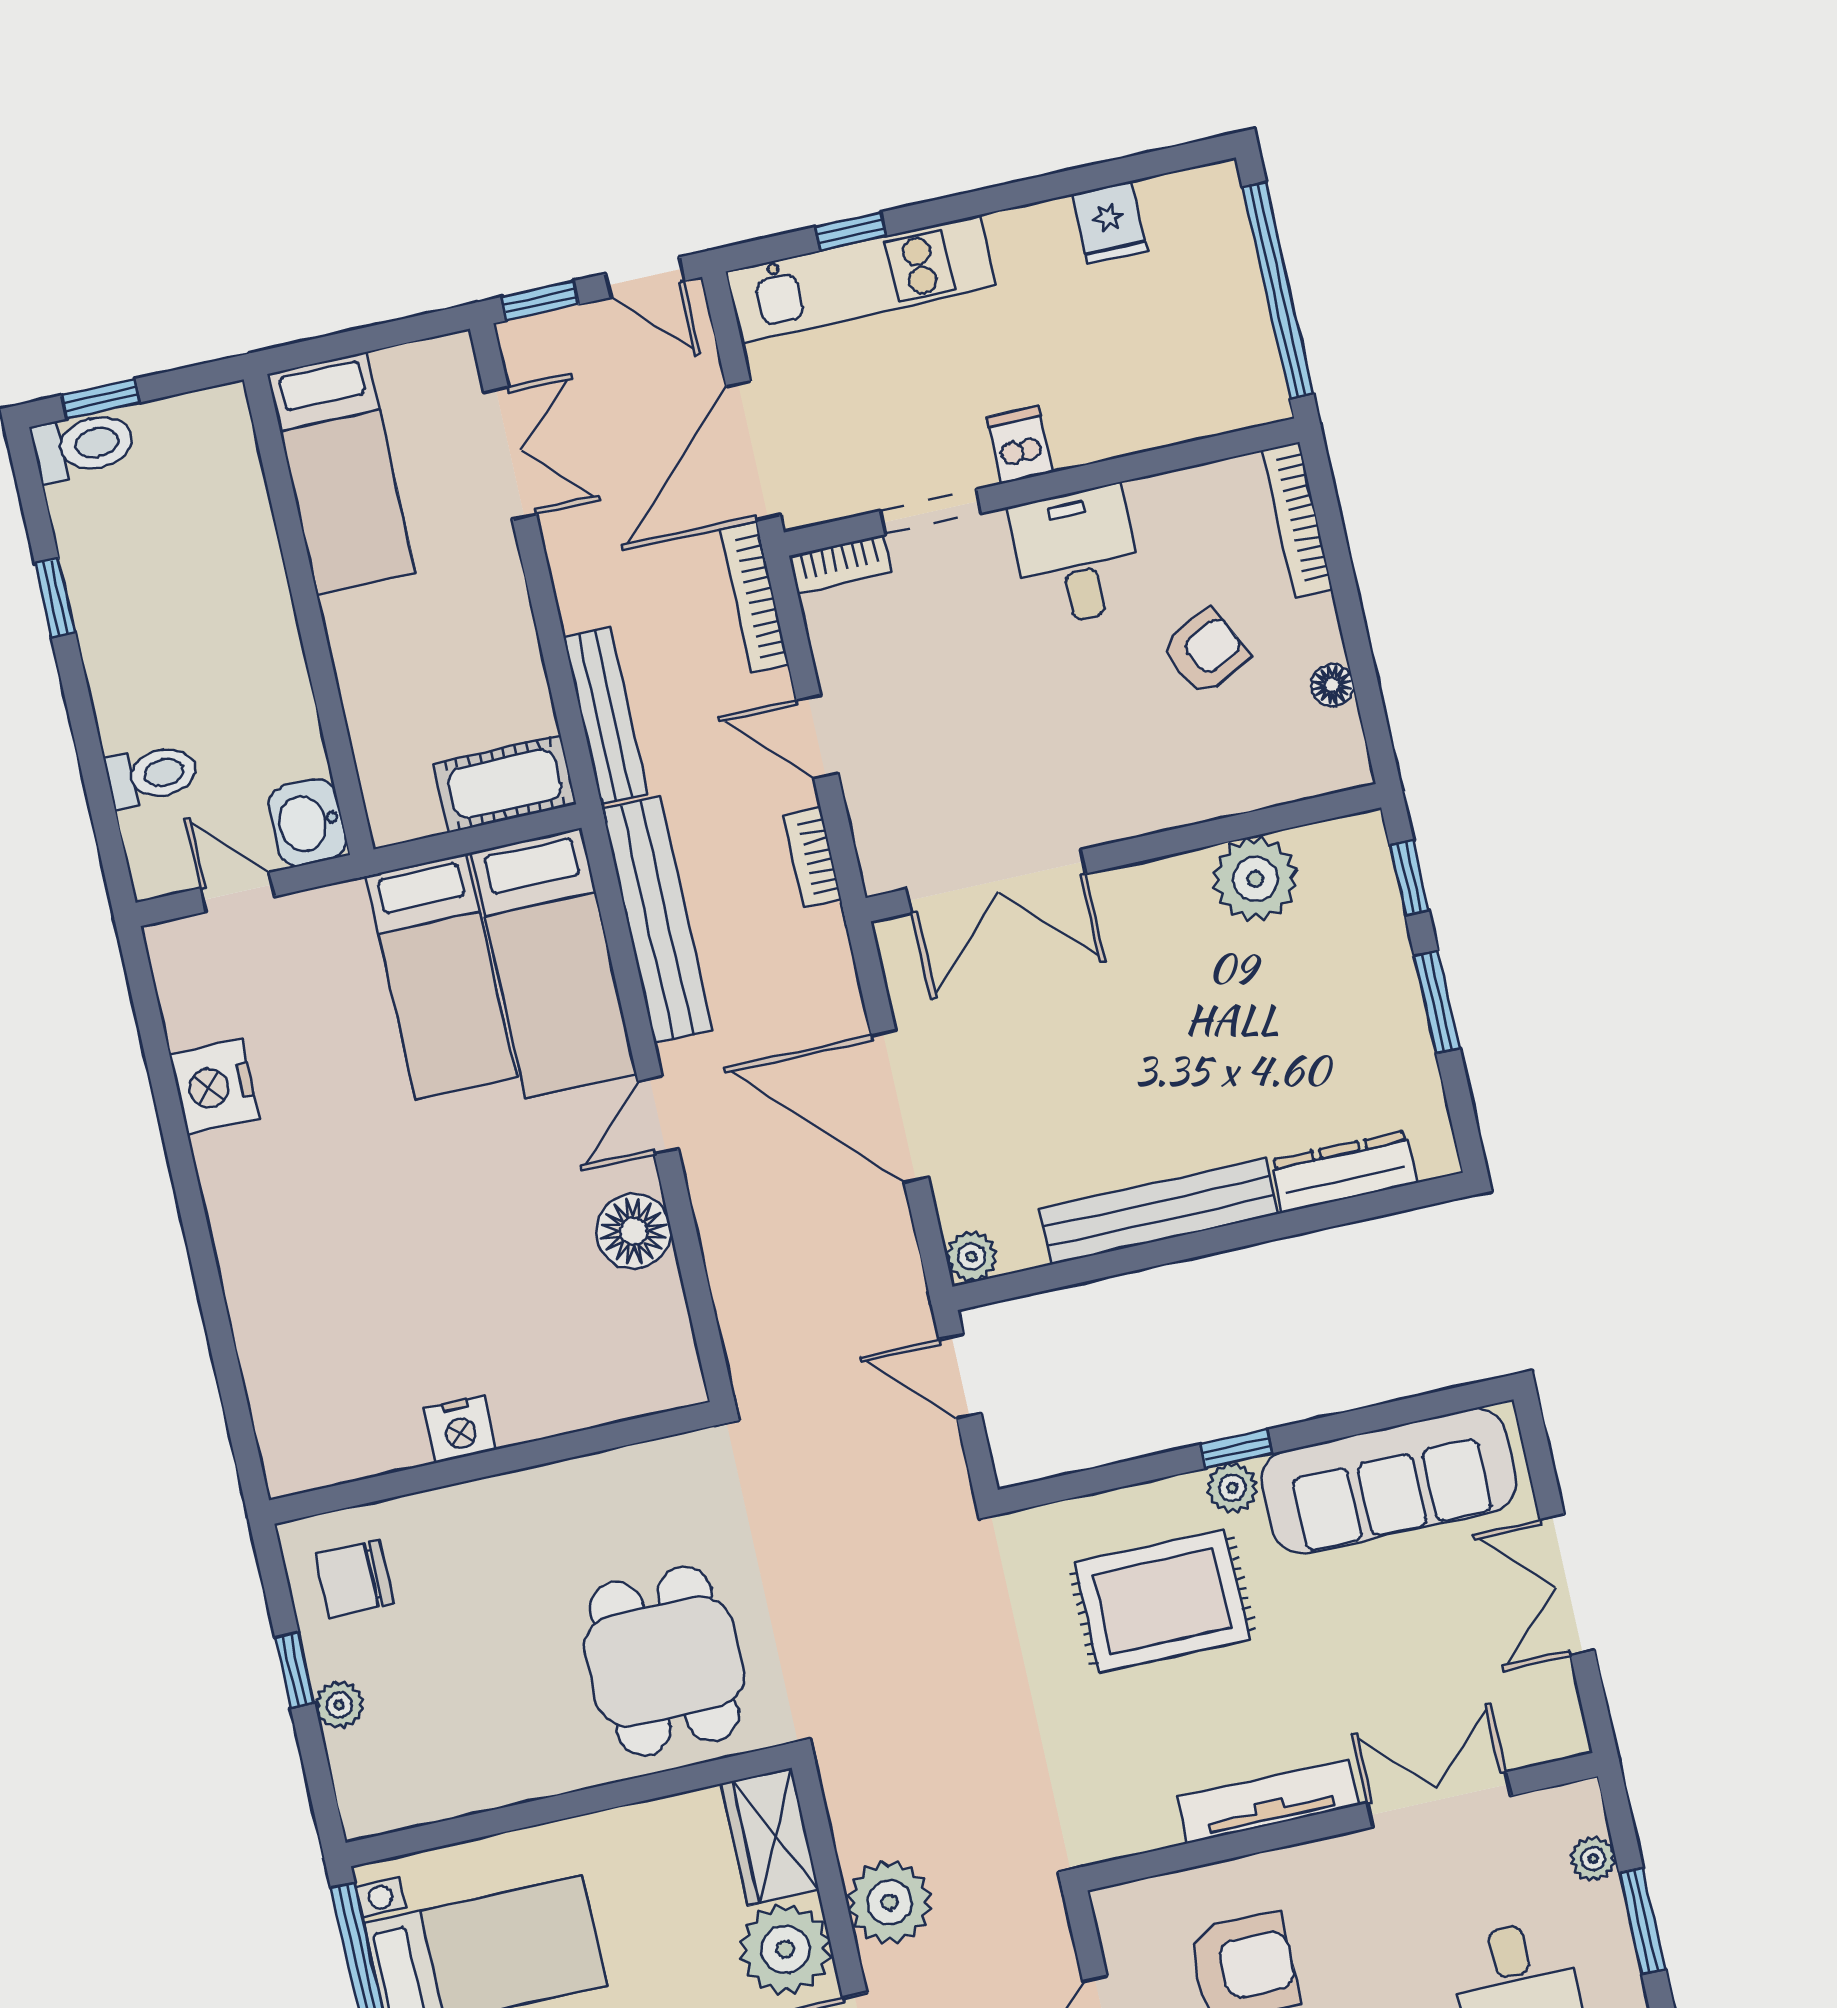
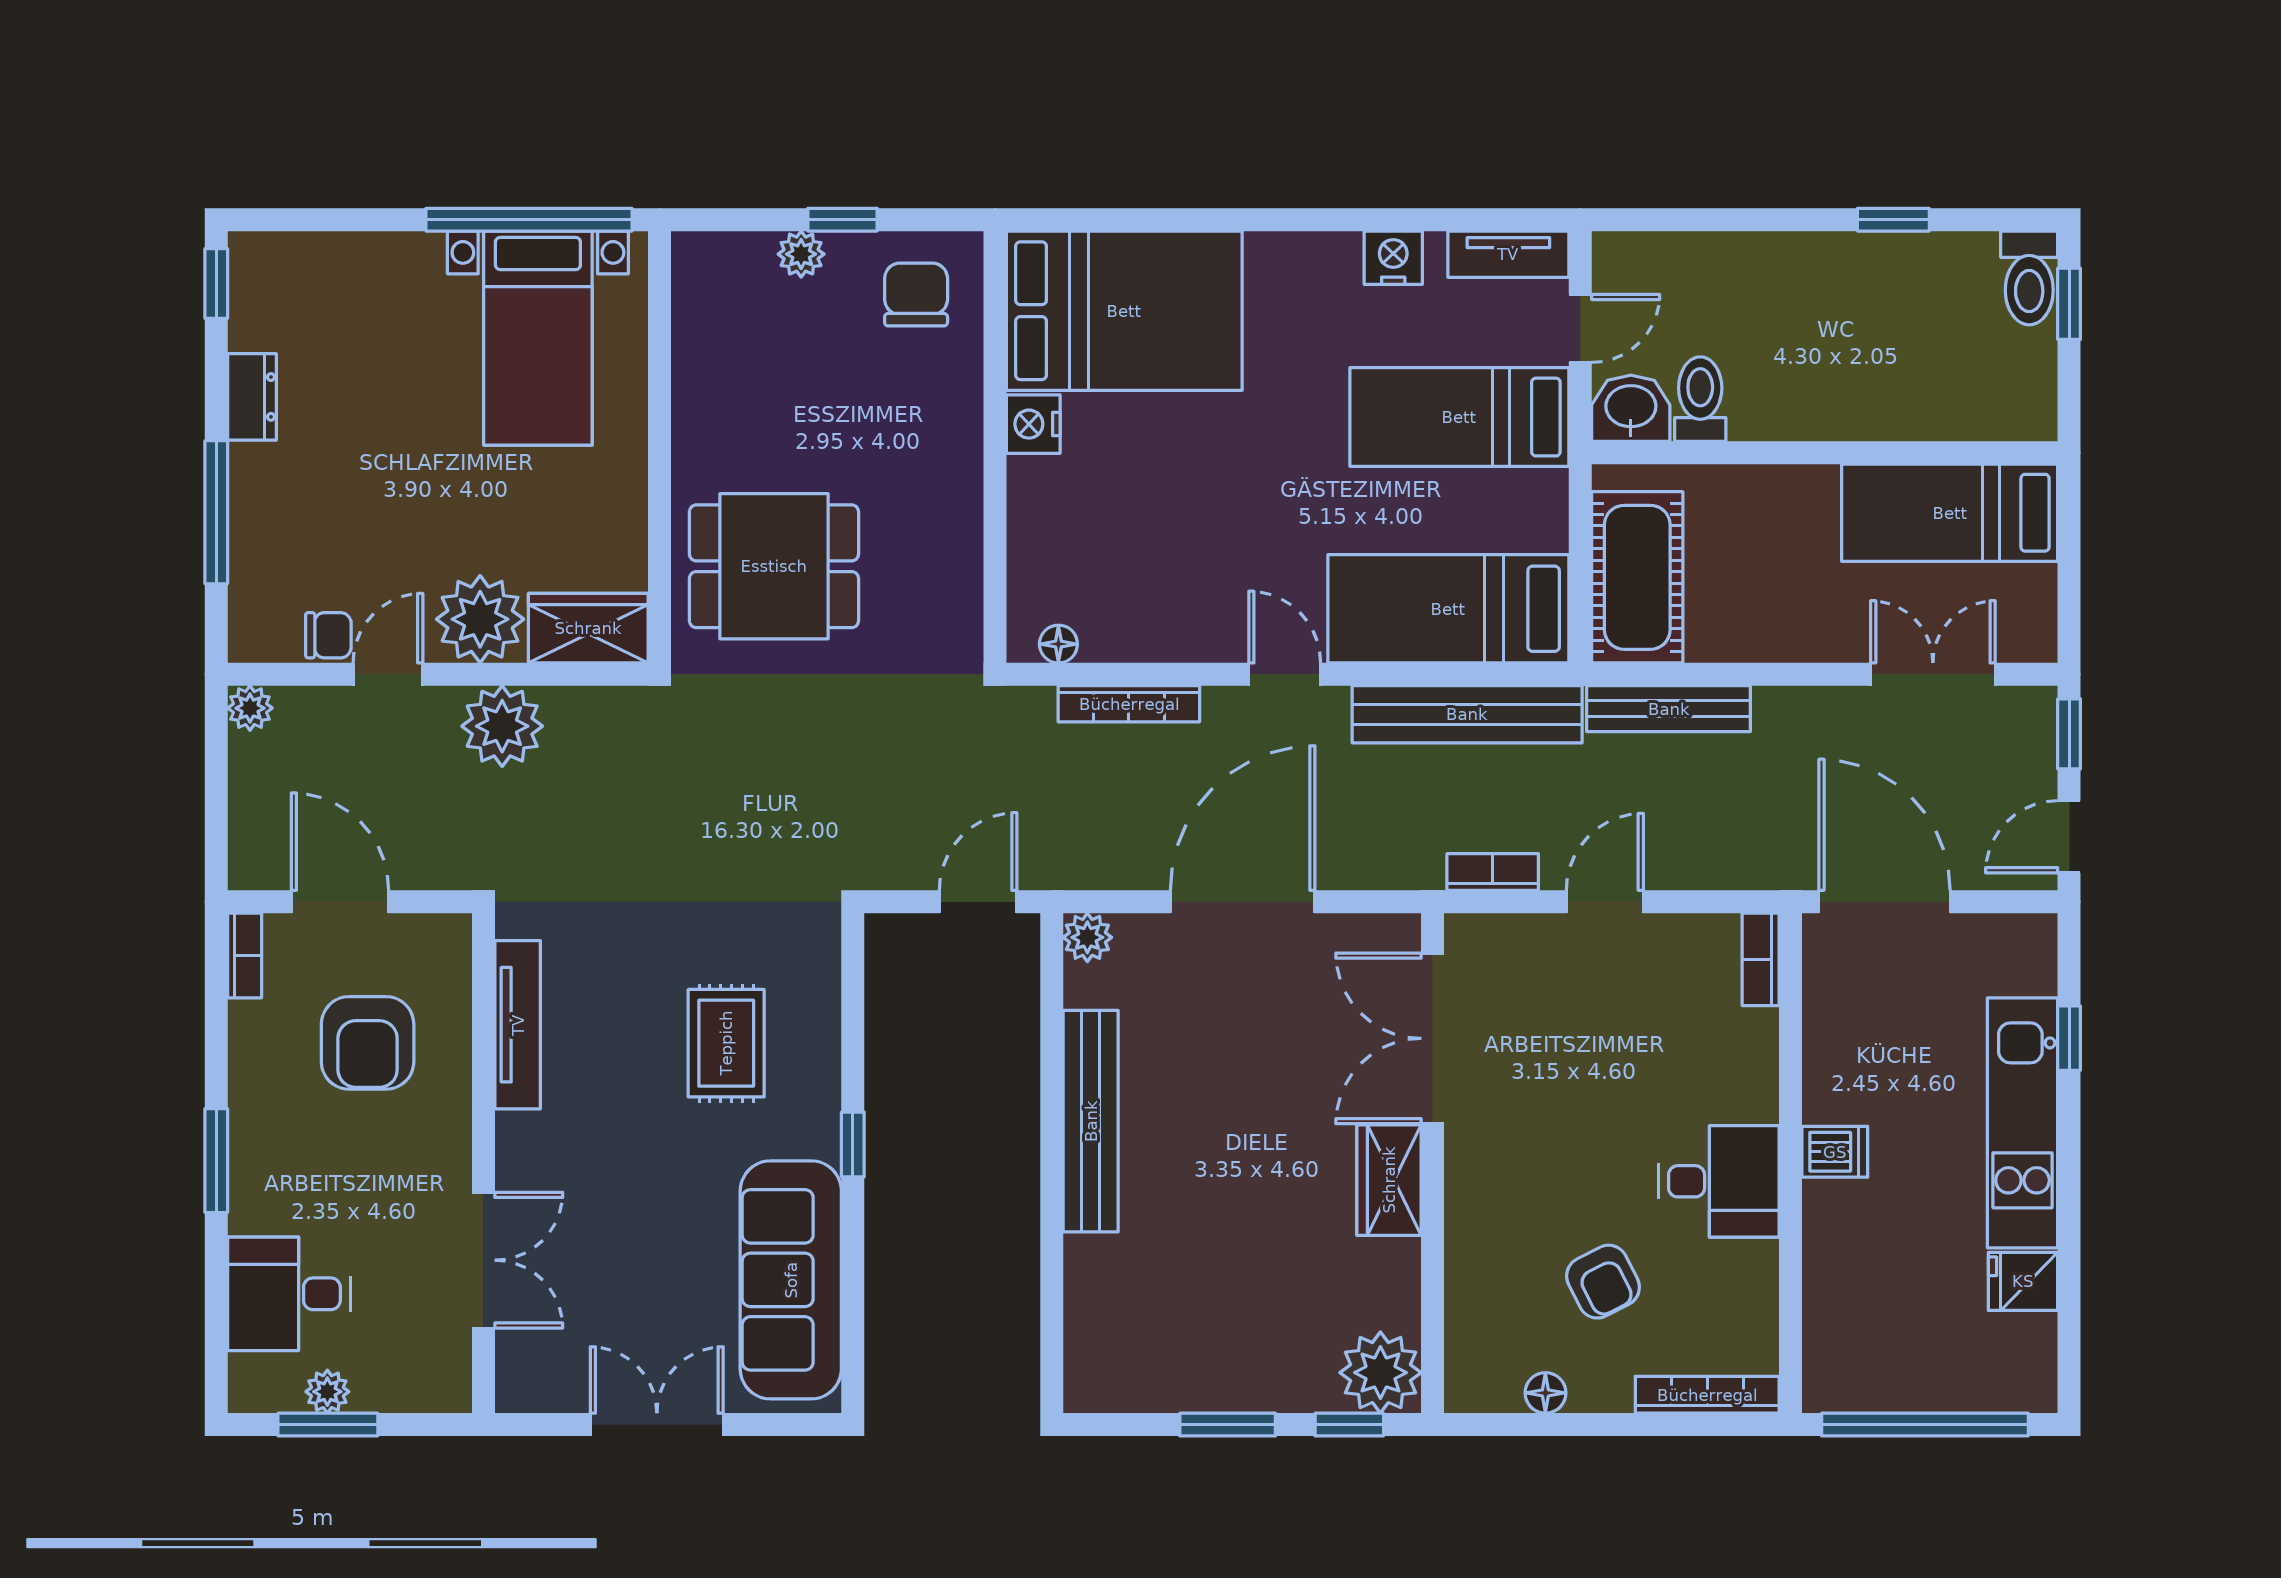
kitchen unit: (861, 279) -> (2023, 1123), moved
double door: (510, 453) -> (1933, 674), swing flipped
doorway: (931, 512) -> (1791, 1055), removed
bookcase: (754, 597) -> (1129, 704), moved, turned 180
toilet: (152, 775) -> (1700, 399), moved, turned 180
cot: (505, 784) -> (1637, 577), width x1.37, depth x1.34
plant: (1255, 879) -> (1380, 1373), moved
wardrobe: (1151, 893) -> (1389, 1180), added
bed: (441, 976) -> (1459, 417), moved
tv unit: (178, 983) -> (1508, 254), added
nightstand: (214, 1087) -> (1393, 258), width x0.74, depth x0.75
dresser: (1344, 1172) -> (1089, 1303), removed
floor lamp: (634, 1231) -> (1058, 644), moved, width x0.53, depth x0.53
bed: (323, 1362) -> (1124, 311), added
plant: (1232, 1488) -> (817, 1132), removed
rug: (1162, 1601) -> (726, 1043), width x0.73, depth x0.70
tv unit: (1268, 1801) -> (518, 1025), moved
plant: (1593, 1859) -> (327, 1392), moved

